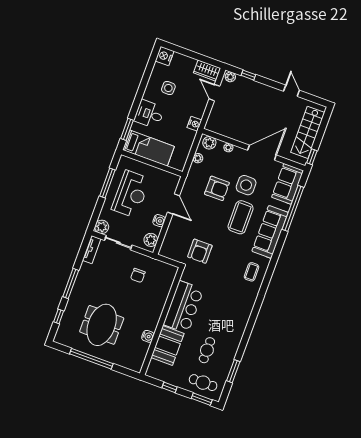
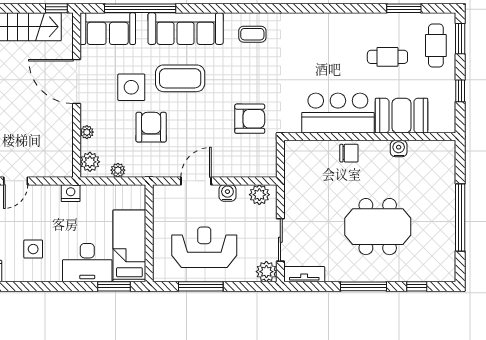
desk: (149, 114) -> (87, 263), width x1.37
chair: (138, 275) -> (349, 153), moved
meeting table: (102, 325) -> (378, 227), moved

